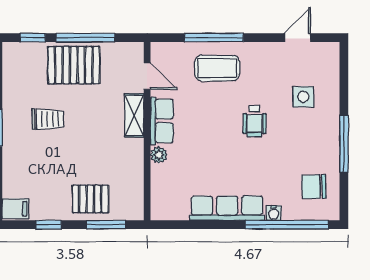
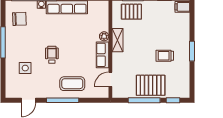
window: (214, 38) -> (63, 100), moved
door: (147, 76) -> (110, 79), hinge flipped
shelving: (134, 115) -> (118, 40), moved
pallet: (90, 199) -> (131, 12), moved

